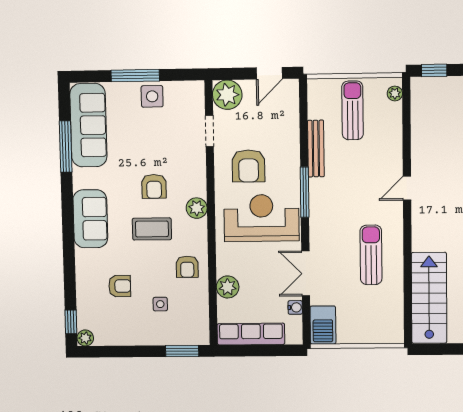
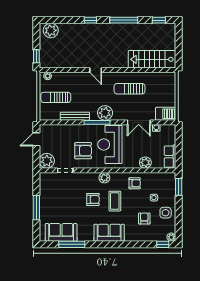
door: (269, 73) -> (36, 139), swing flipped
side table: (152, 96) -> (166, 213), moved
sofa: (88, 125) -> (61, 232), width x0.73
plant: (323, 208) -> (105, 113), added
row of seats: (251, 334) -> (170, 157), width x0.68

